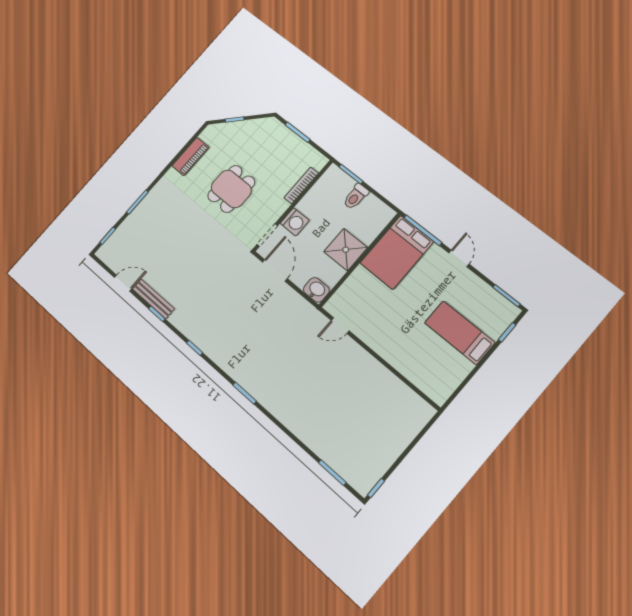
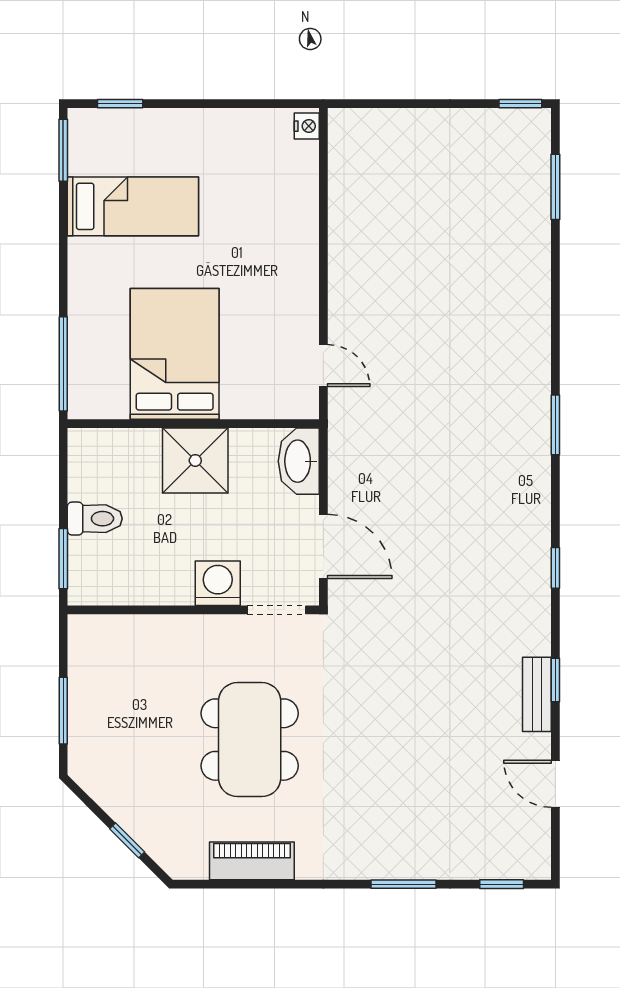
bookcase: (301, 185) -> (149, 625), removed
dining table: (231, 189) -> (250, 740), width x1.38
bed: (397, 252) -> (175, 354), moved, turned -90
door: (459, 258) -> (63, 270), removed
door: (275, 270) -> (323, 546), swing flipped
washbasin: (316, 290) -> (299, 461), width x1.38
bench: (153, 299) -> (537, 694), width x0.73
bed: (460, 333) -> (133, 206), moved, turned -90
nightstand: (437, 397) -> (307, 126), added

